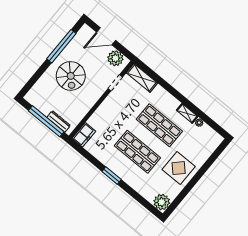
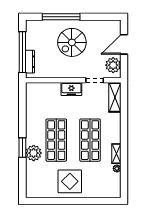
door: (106, 36) -> (124, 44), hinge flipped
window: (61, 46) -> (61, 17), moved
freezer: (84, 135) -> (71, 89), moved
window: (112, 175) -> (22, 148), moved
plant: (162, 202) -> (34, 153), moved

